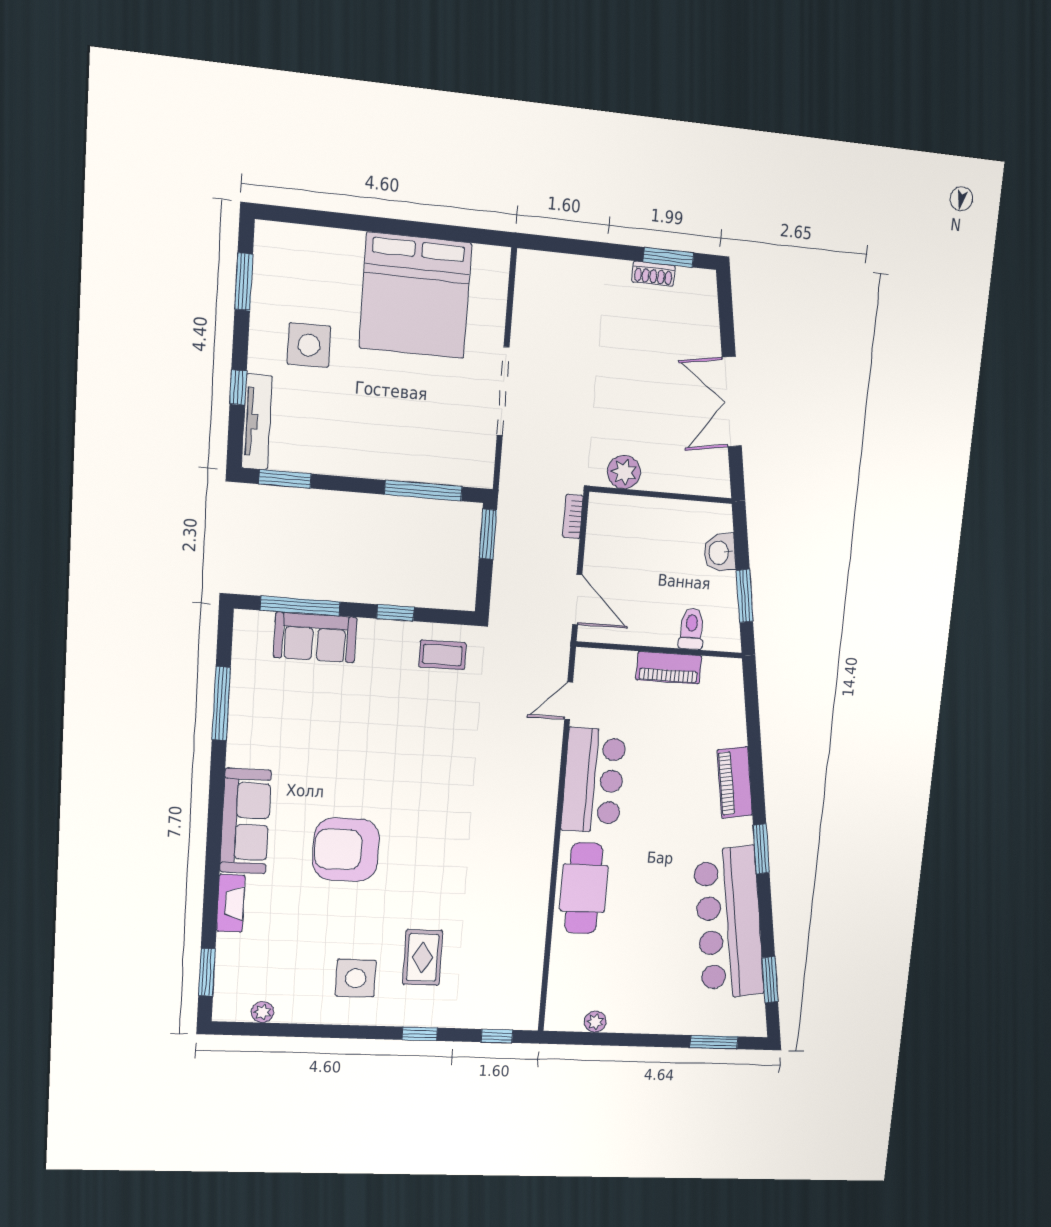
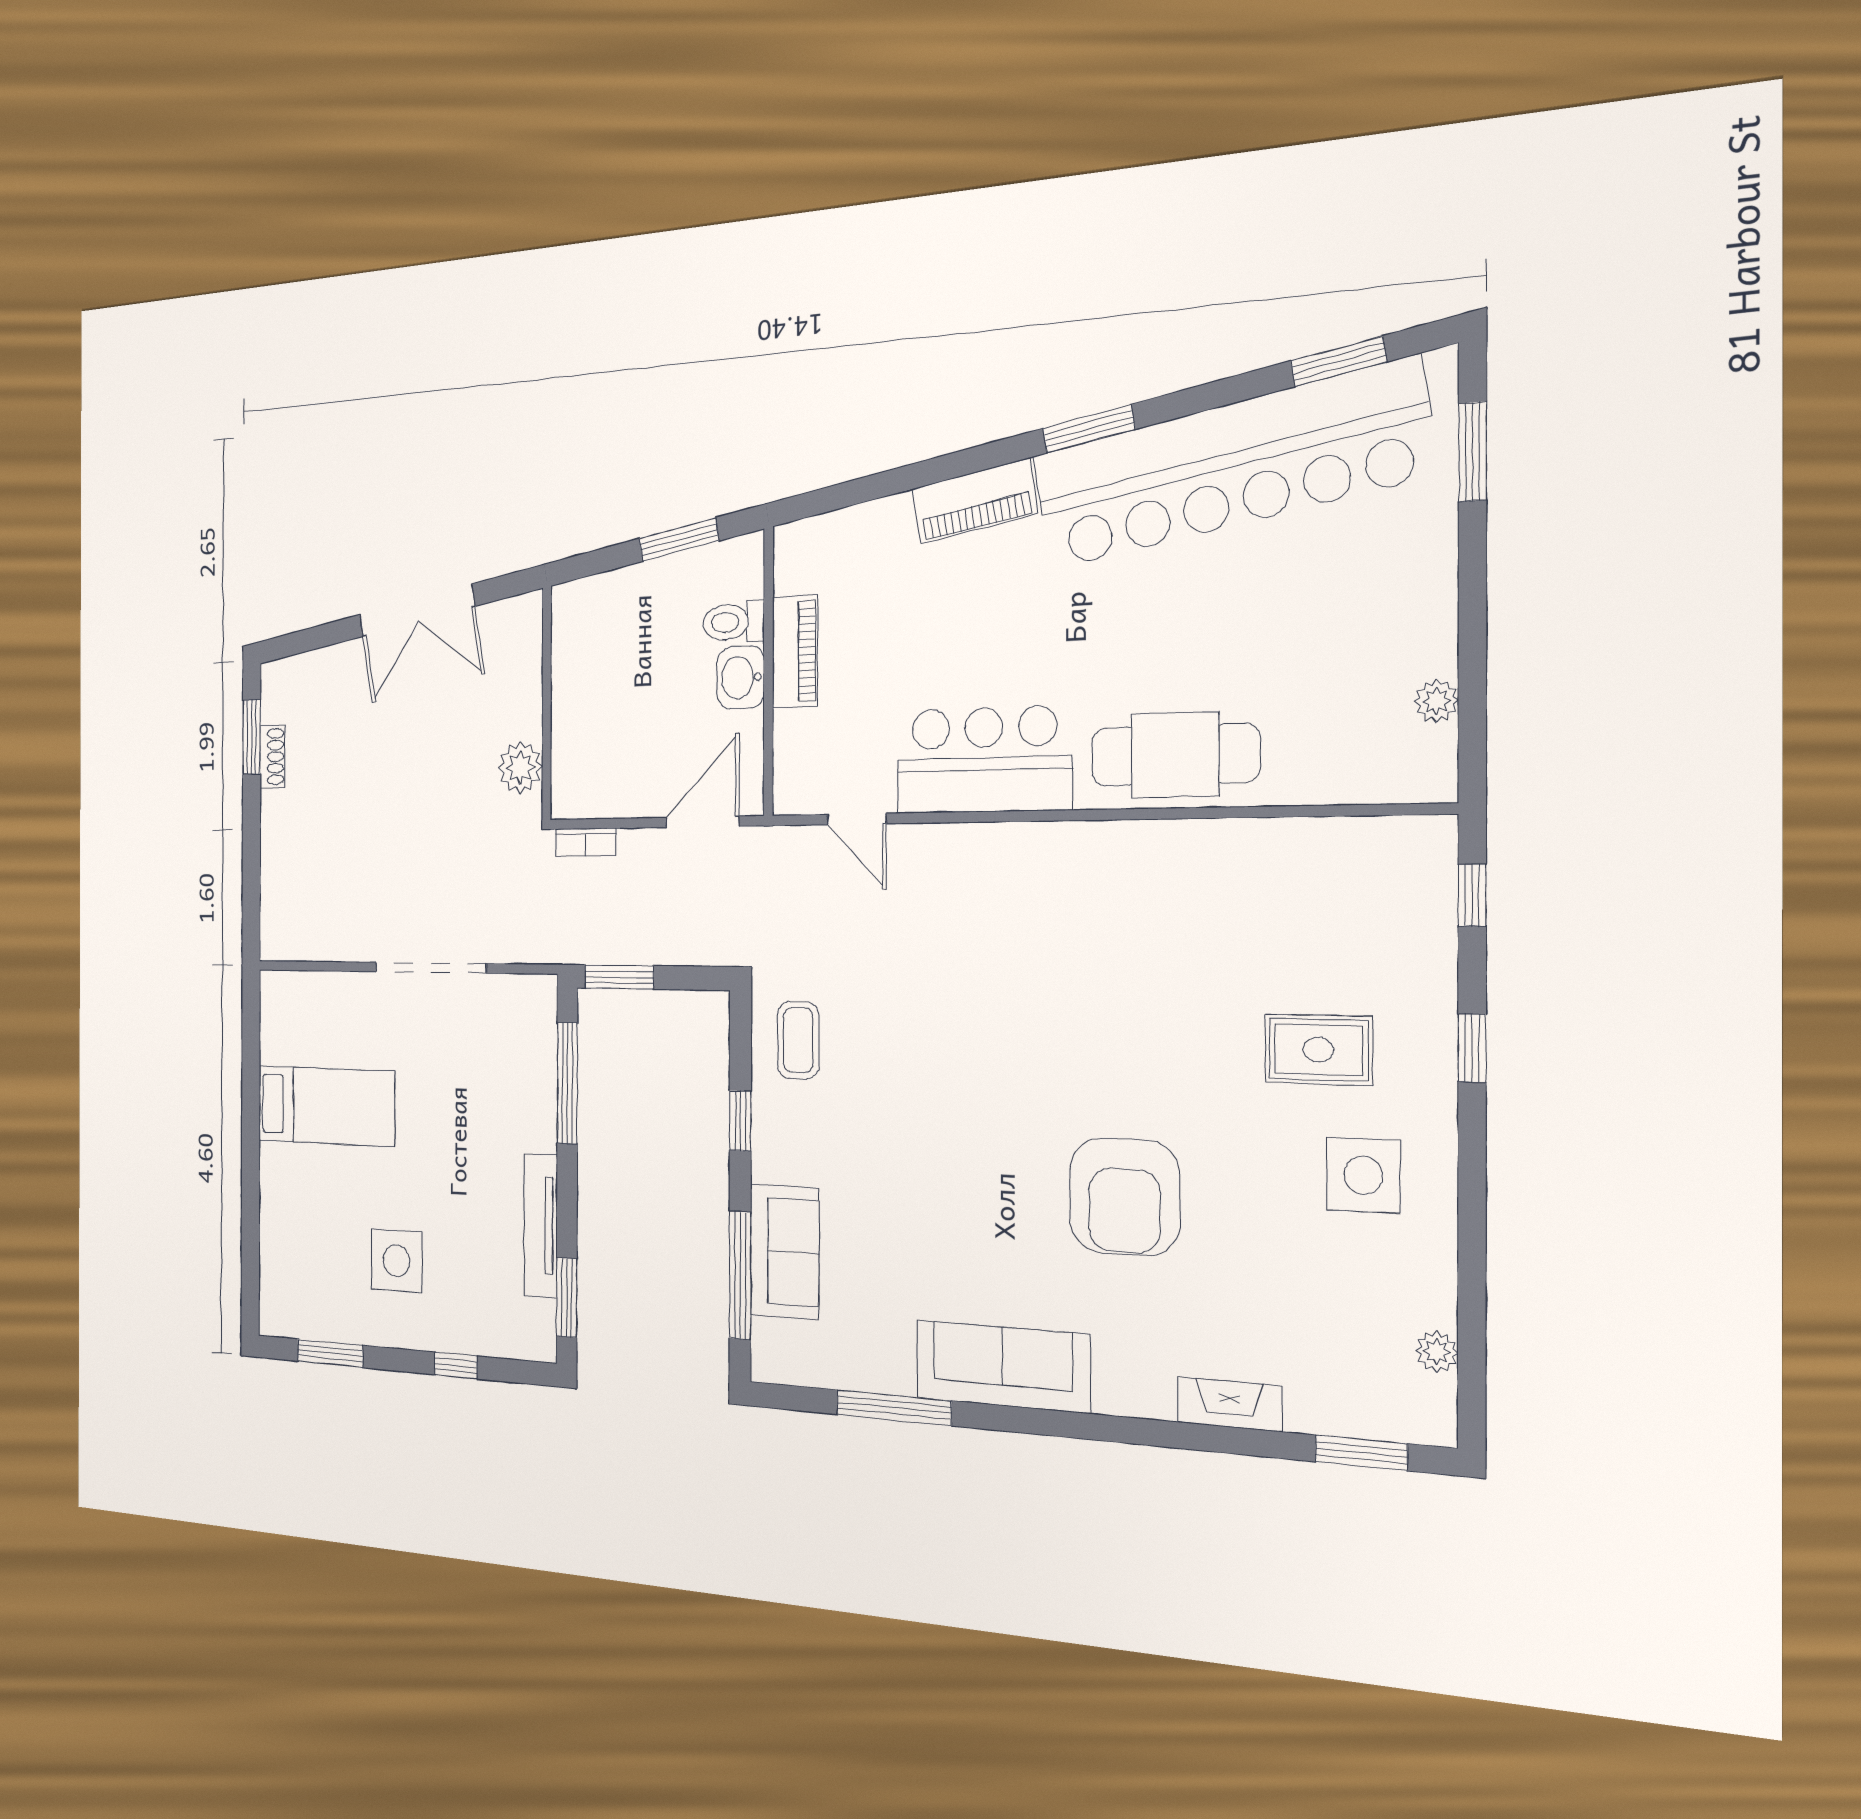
bed: (415, 296) -> (326, 1106), width x0.49
tv unit: (257, 422) -> (541, 1226), moved, turned -90
washbasin: (720, 553) -> (741, 677), moved, turned 100
sofa: (245, 821) -> (1002, 1366), moved
bar counter: (729, 923) -> (1230, 465), width x1.36

